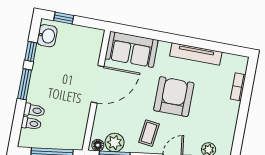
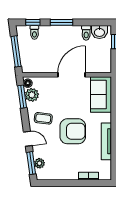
window: (31, 52) -> (33, 22), moved
door: (97, 84) -> (71, 75), swing flipped
toilet: (34, 110) -> (86, 33), moved

